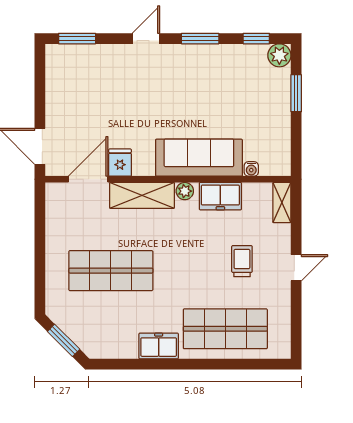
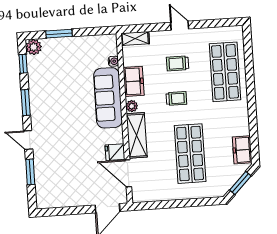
window: (77, 39) -> (30, 172), moved
trolley: (191, 256) -> (176, 99), added
freezer: (159, 346) -> (242, 150), moved

